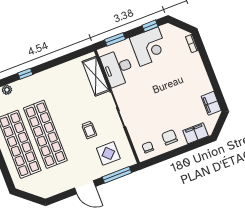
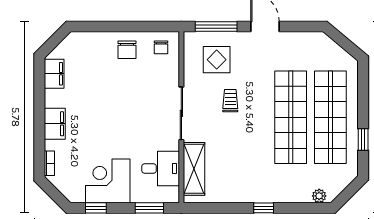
desk: (118, 68) -> (161, 169), width x0.73
window: (25, 74) -> (264, 208), moved
filing cabinet: (195, 133) -> (55, 124), moved, turned -90

